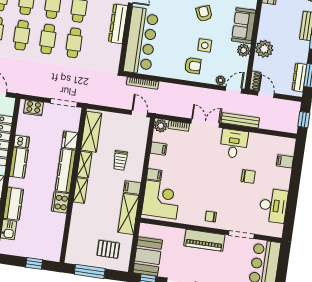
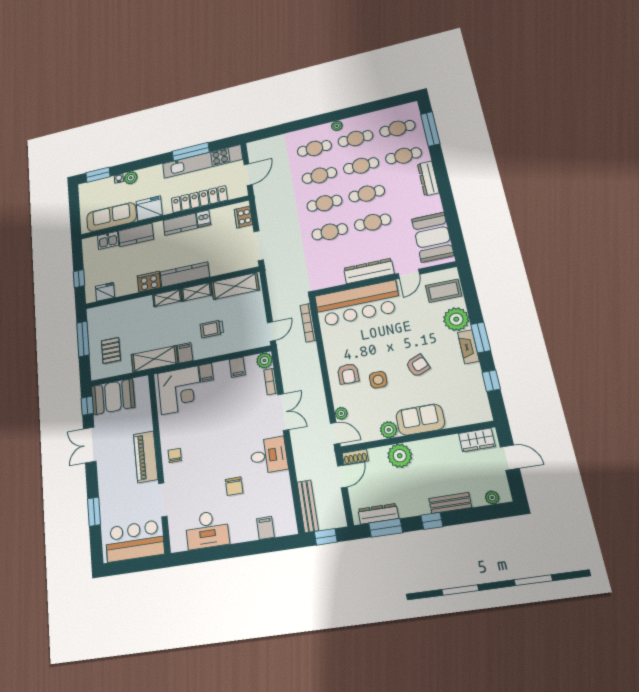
bench: (240, 120) -> (308, 506), moved
fridge: (70, 140) -> (105, 292), moved

